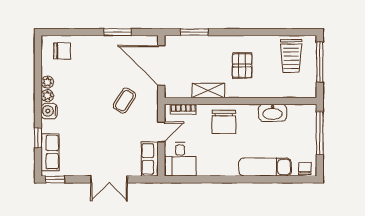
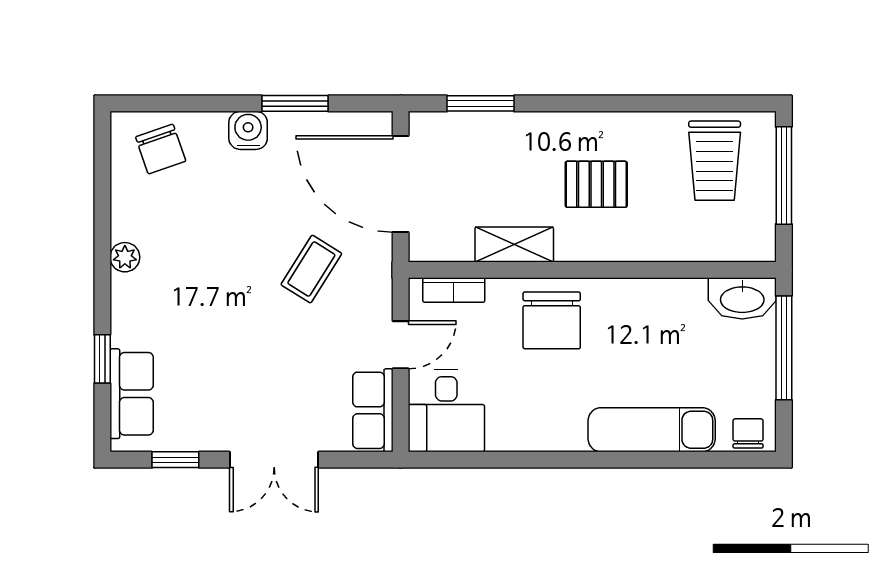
chair: (62, 51) -> (161, 149), turned 71
pallet: (242, 66) -> (596, 184), turned 90
plant: (47, 82) -> (125, 224), removed
water cooler: (49, 111) -> (248, 130), moved, turned 90
washbasin: (272, 113) -> (742, 298), moved
window: (55, 179) -> (175, 460), moved

